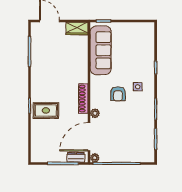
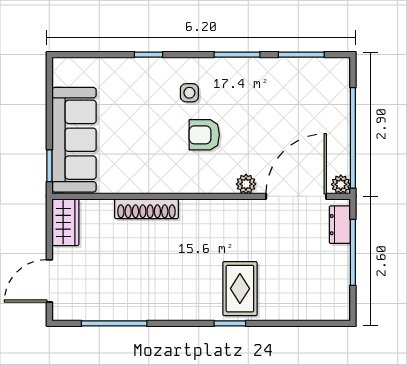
sofa: (101, 50) -> (74, 140), moved, turned 90
armchair: (118, 94) -> (204, 135), turned 180
shoe rack: (83, 99) -> (146, 209), moved
door: (89, 137) -> (296, 196), swing flipped

